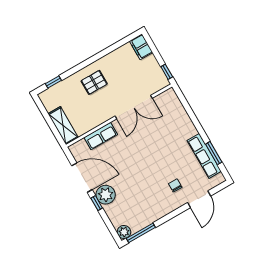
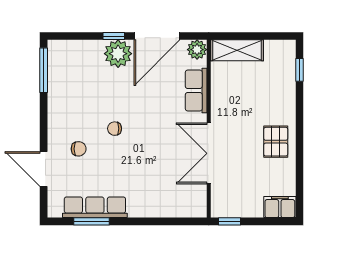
pallet: (94, 82) -> (276, 142), moved
chair: (151, 171) -> (115, 129), added
plant: (124, 232) -> (197, 50), moved

